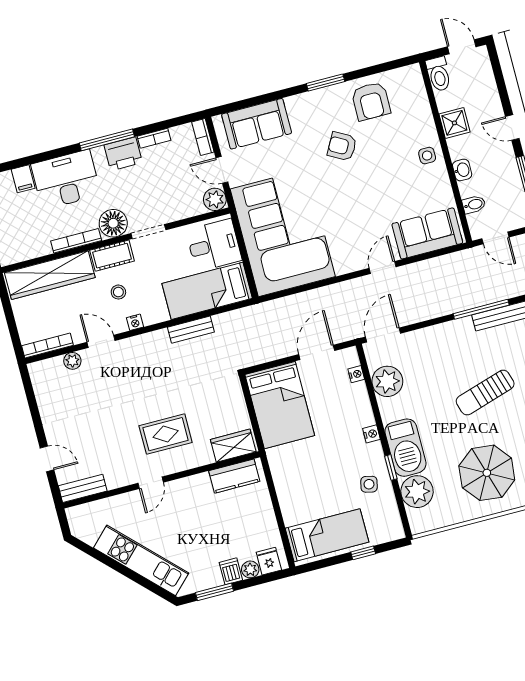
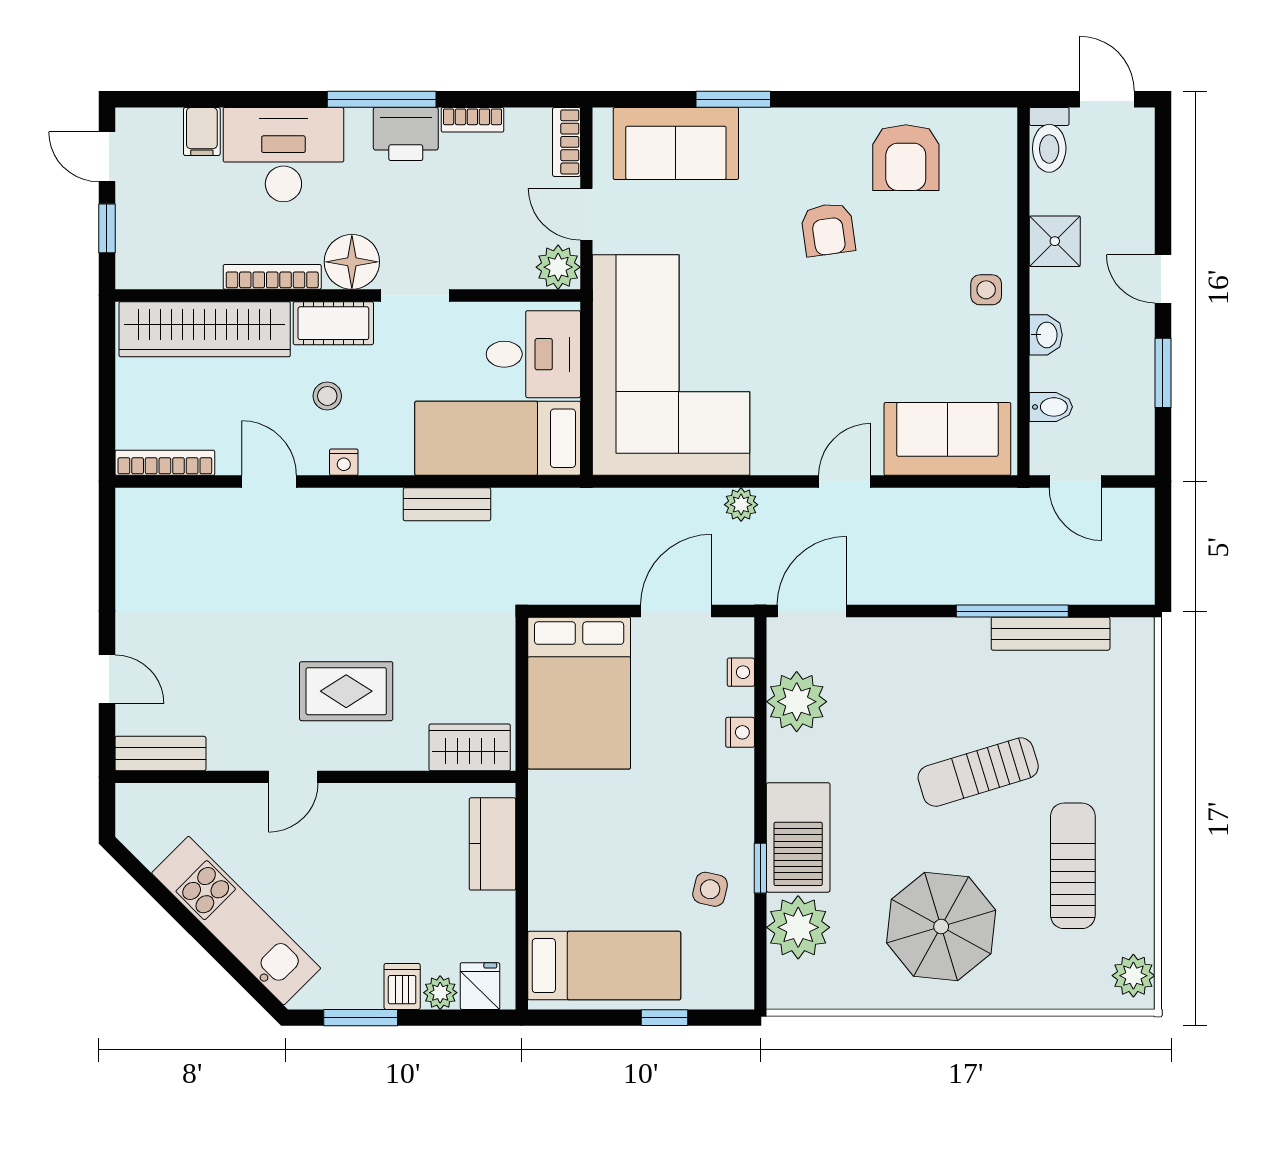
window: (326, 83) -> (733, 99), moved
armchair: (342, 146) -> (828, 229), turned -127
plant: (72, 361) -> (741, 505), moved
nightstand: (371, 434) -> (740, 732), moved
kitchen counter: (234, 476) -> (492, 844), moved, turned 90

